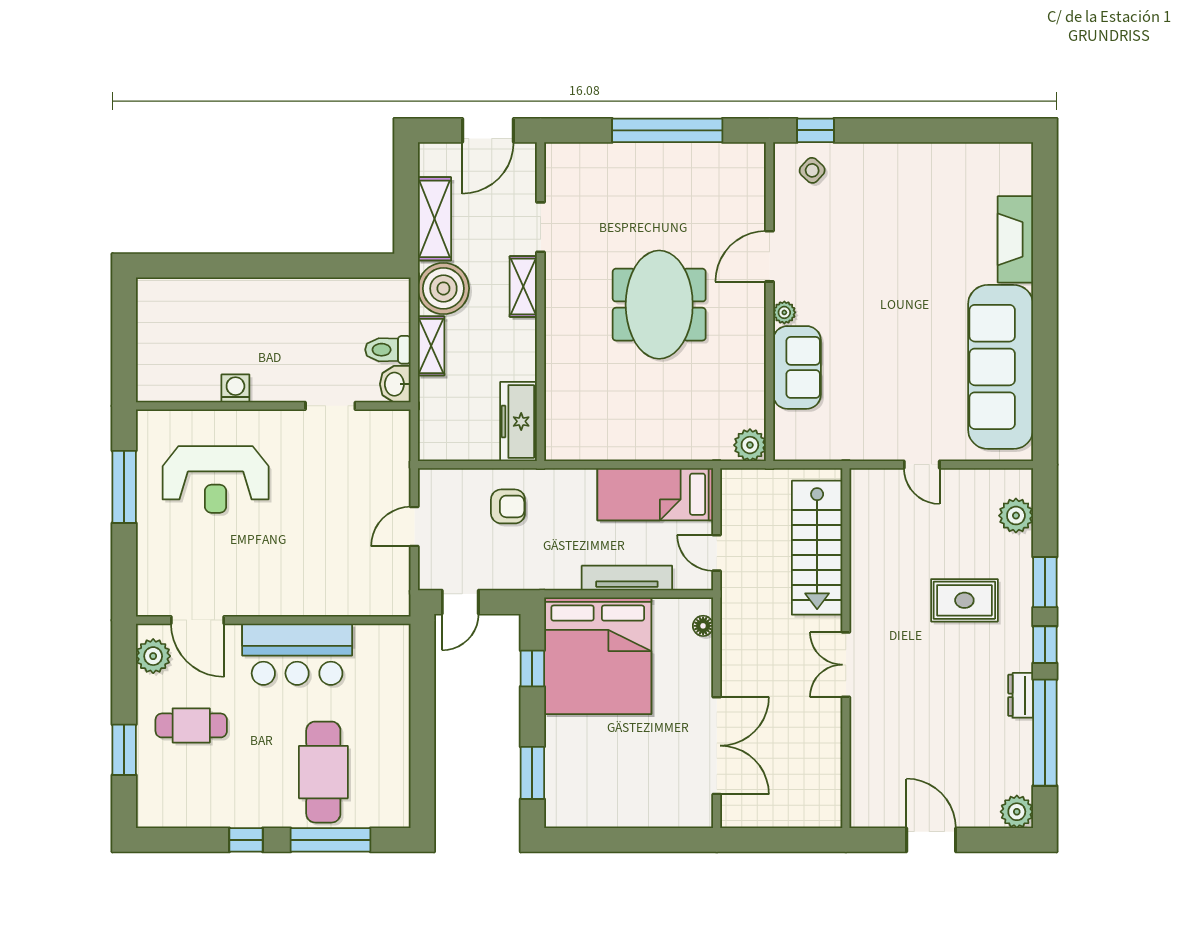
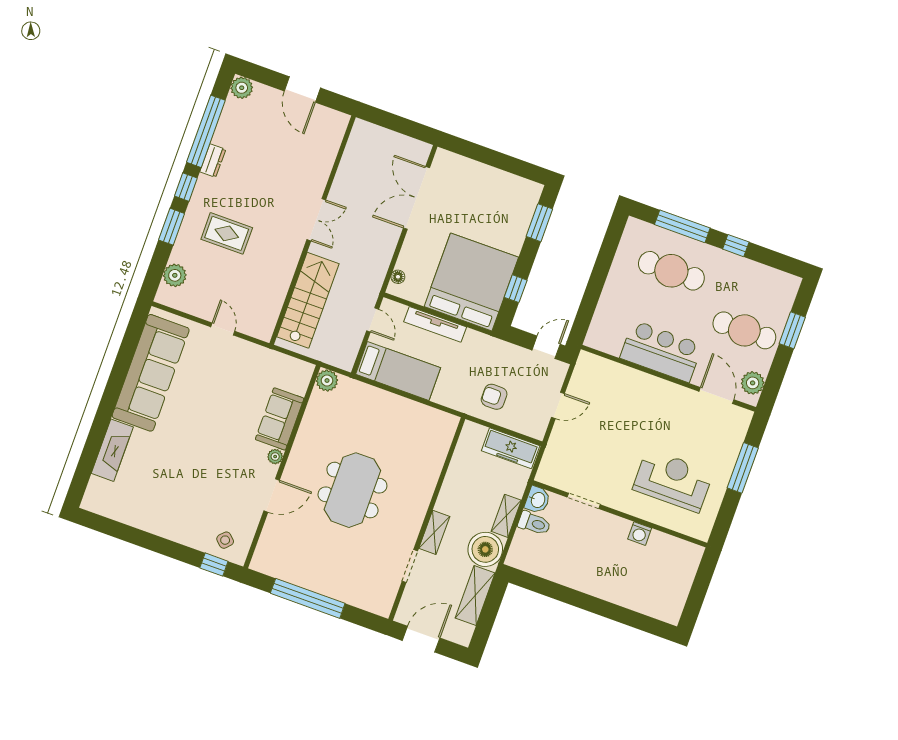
freezer: (519, 421) -> (511, 448), moved, turned 90
window: (124, 487) -> (743, 468), moved
cafe table: (191, 725) -> (744, 330), width x1.37, depth x1.35
cafe table: (323, 772) -> (671, 271), turned 90

